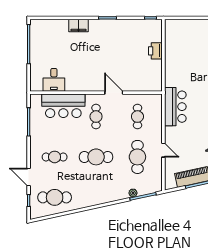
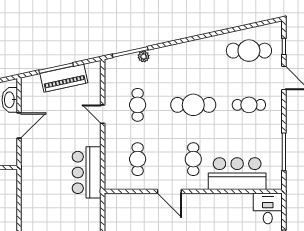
desk: (54, 80) -> (268, 208), moved
cafe table: (137, 157) -> (138, 105), width x0.73, depth x0.74

